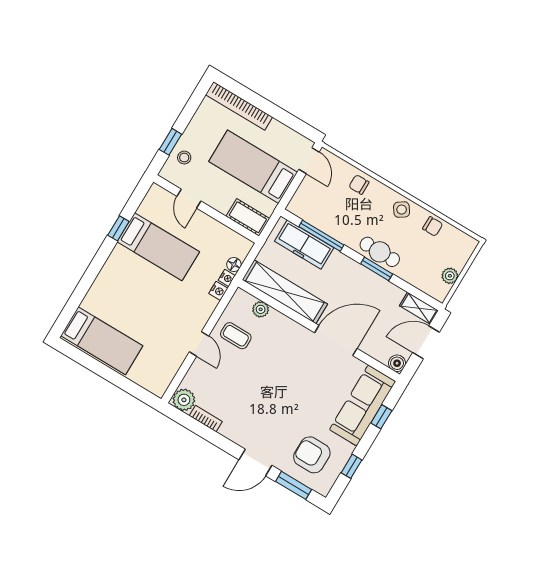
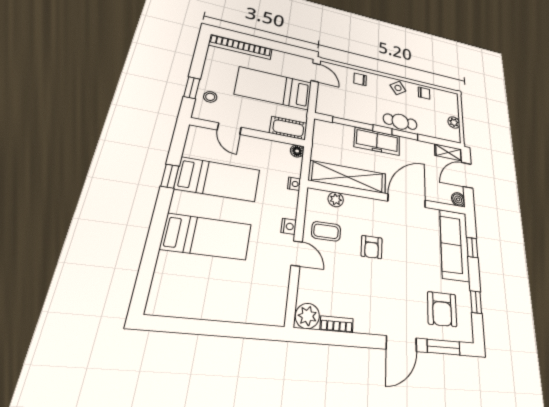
freezer: (304, 245) -> (377, 141), moved
floor lamp: (234, 264) -> (297, 151), moved
nightstand: (218, 291) -> (289, 226), moved
bed: (102, 341) -> (207, 237), moved
armchair: (273, 369) -> (372, 247), added
armchair: (312, 455) -> (442, 309), turned -90

